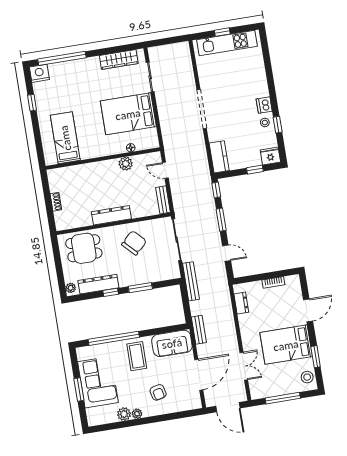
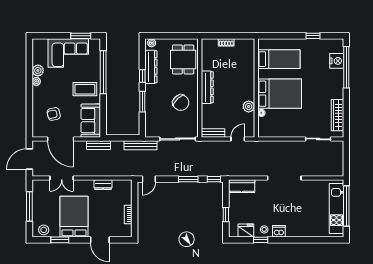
window: (222, 32) -> (346, 206), width x3.17
nightstand: (39, 73) -> (337, 61), moved
bed: (128, 114) -> (280, 94), moved, turned 90
fridge: (270, 156) -> (246, 231), moved, turned -90
door: (227, 253) -> (149, 179), moved
dresser: (241, 303) -> (103, 185), moved
window: (79, 390) -> (81, 36), moved
armchair: (158, 392) -> (54, 114), moved

